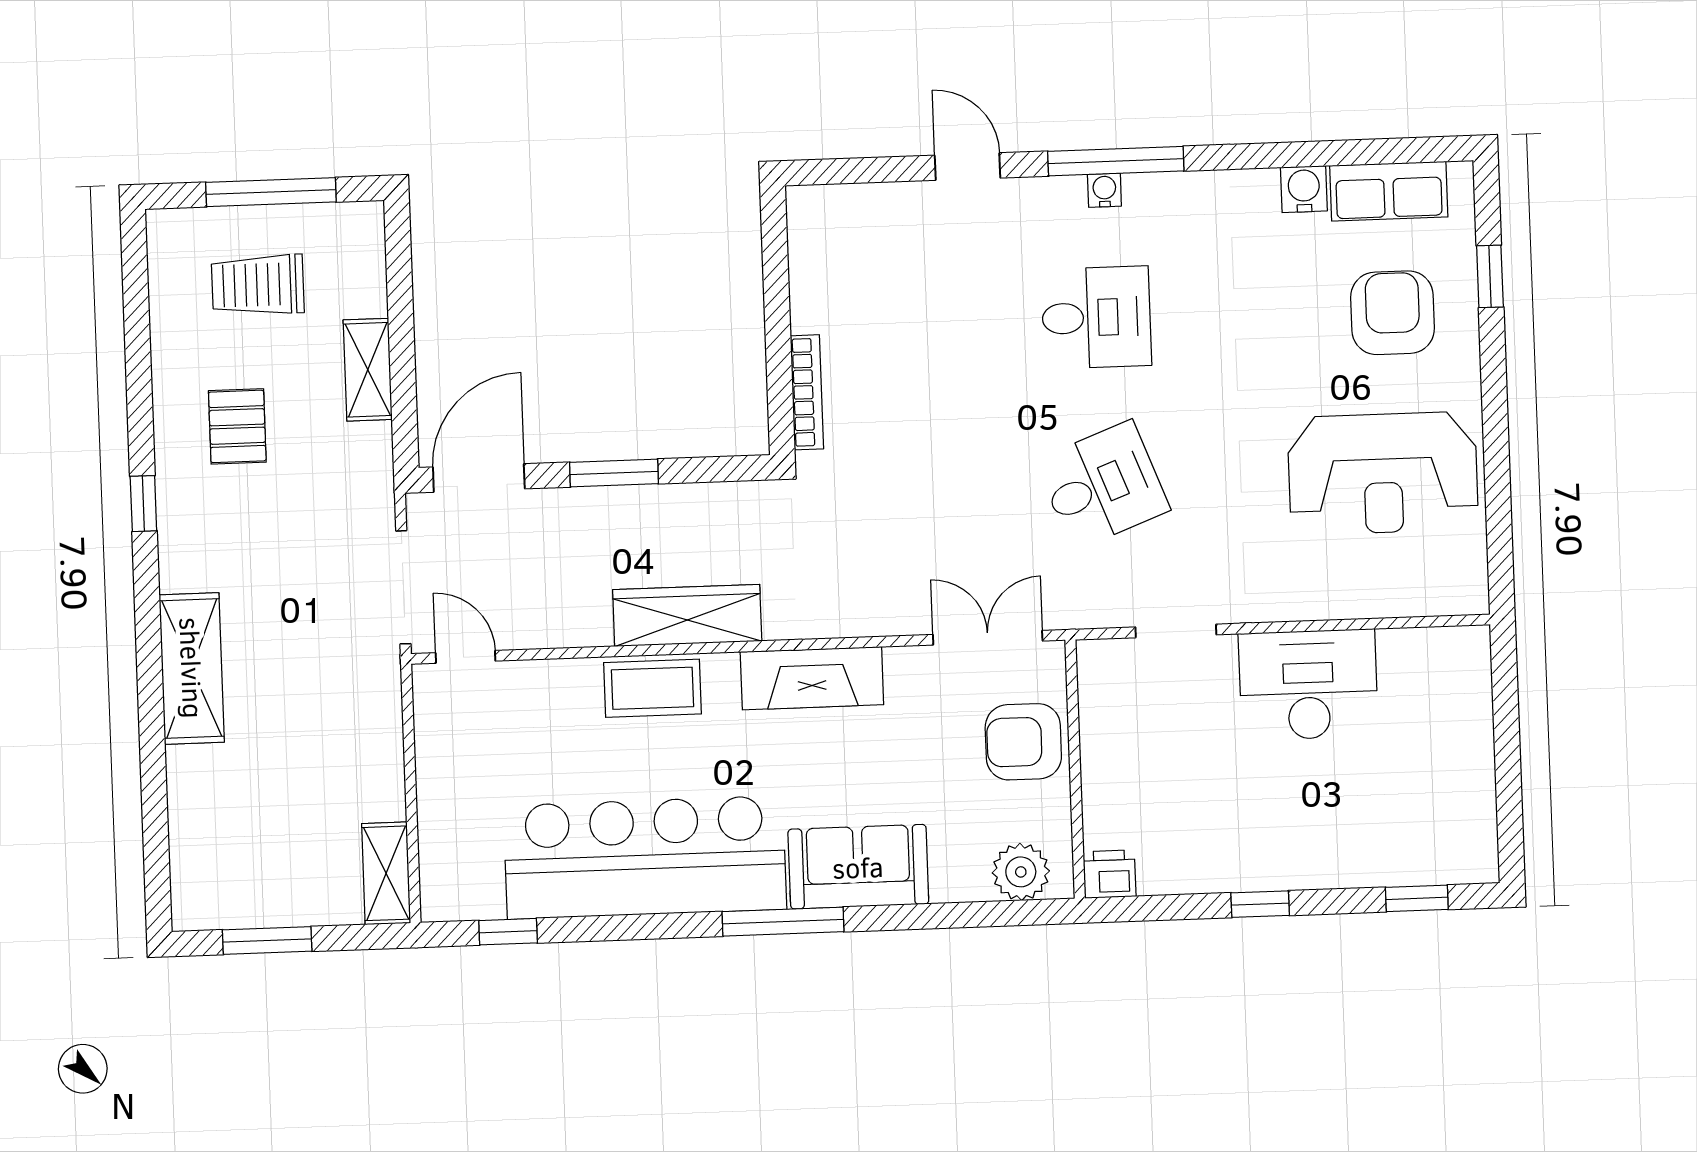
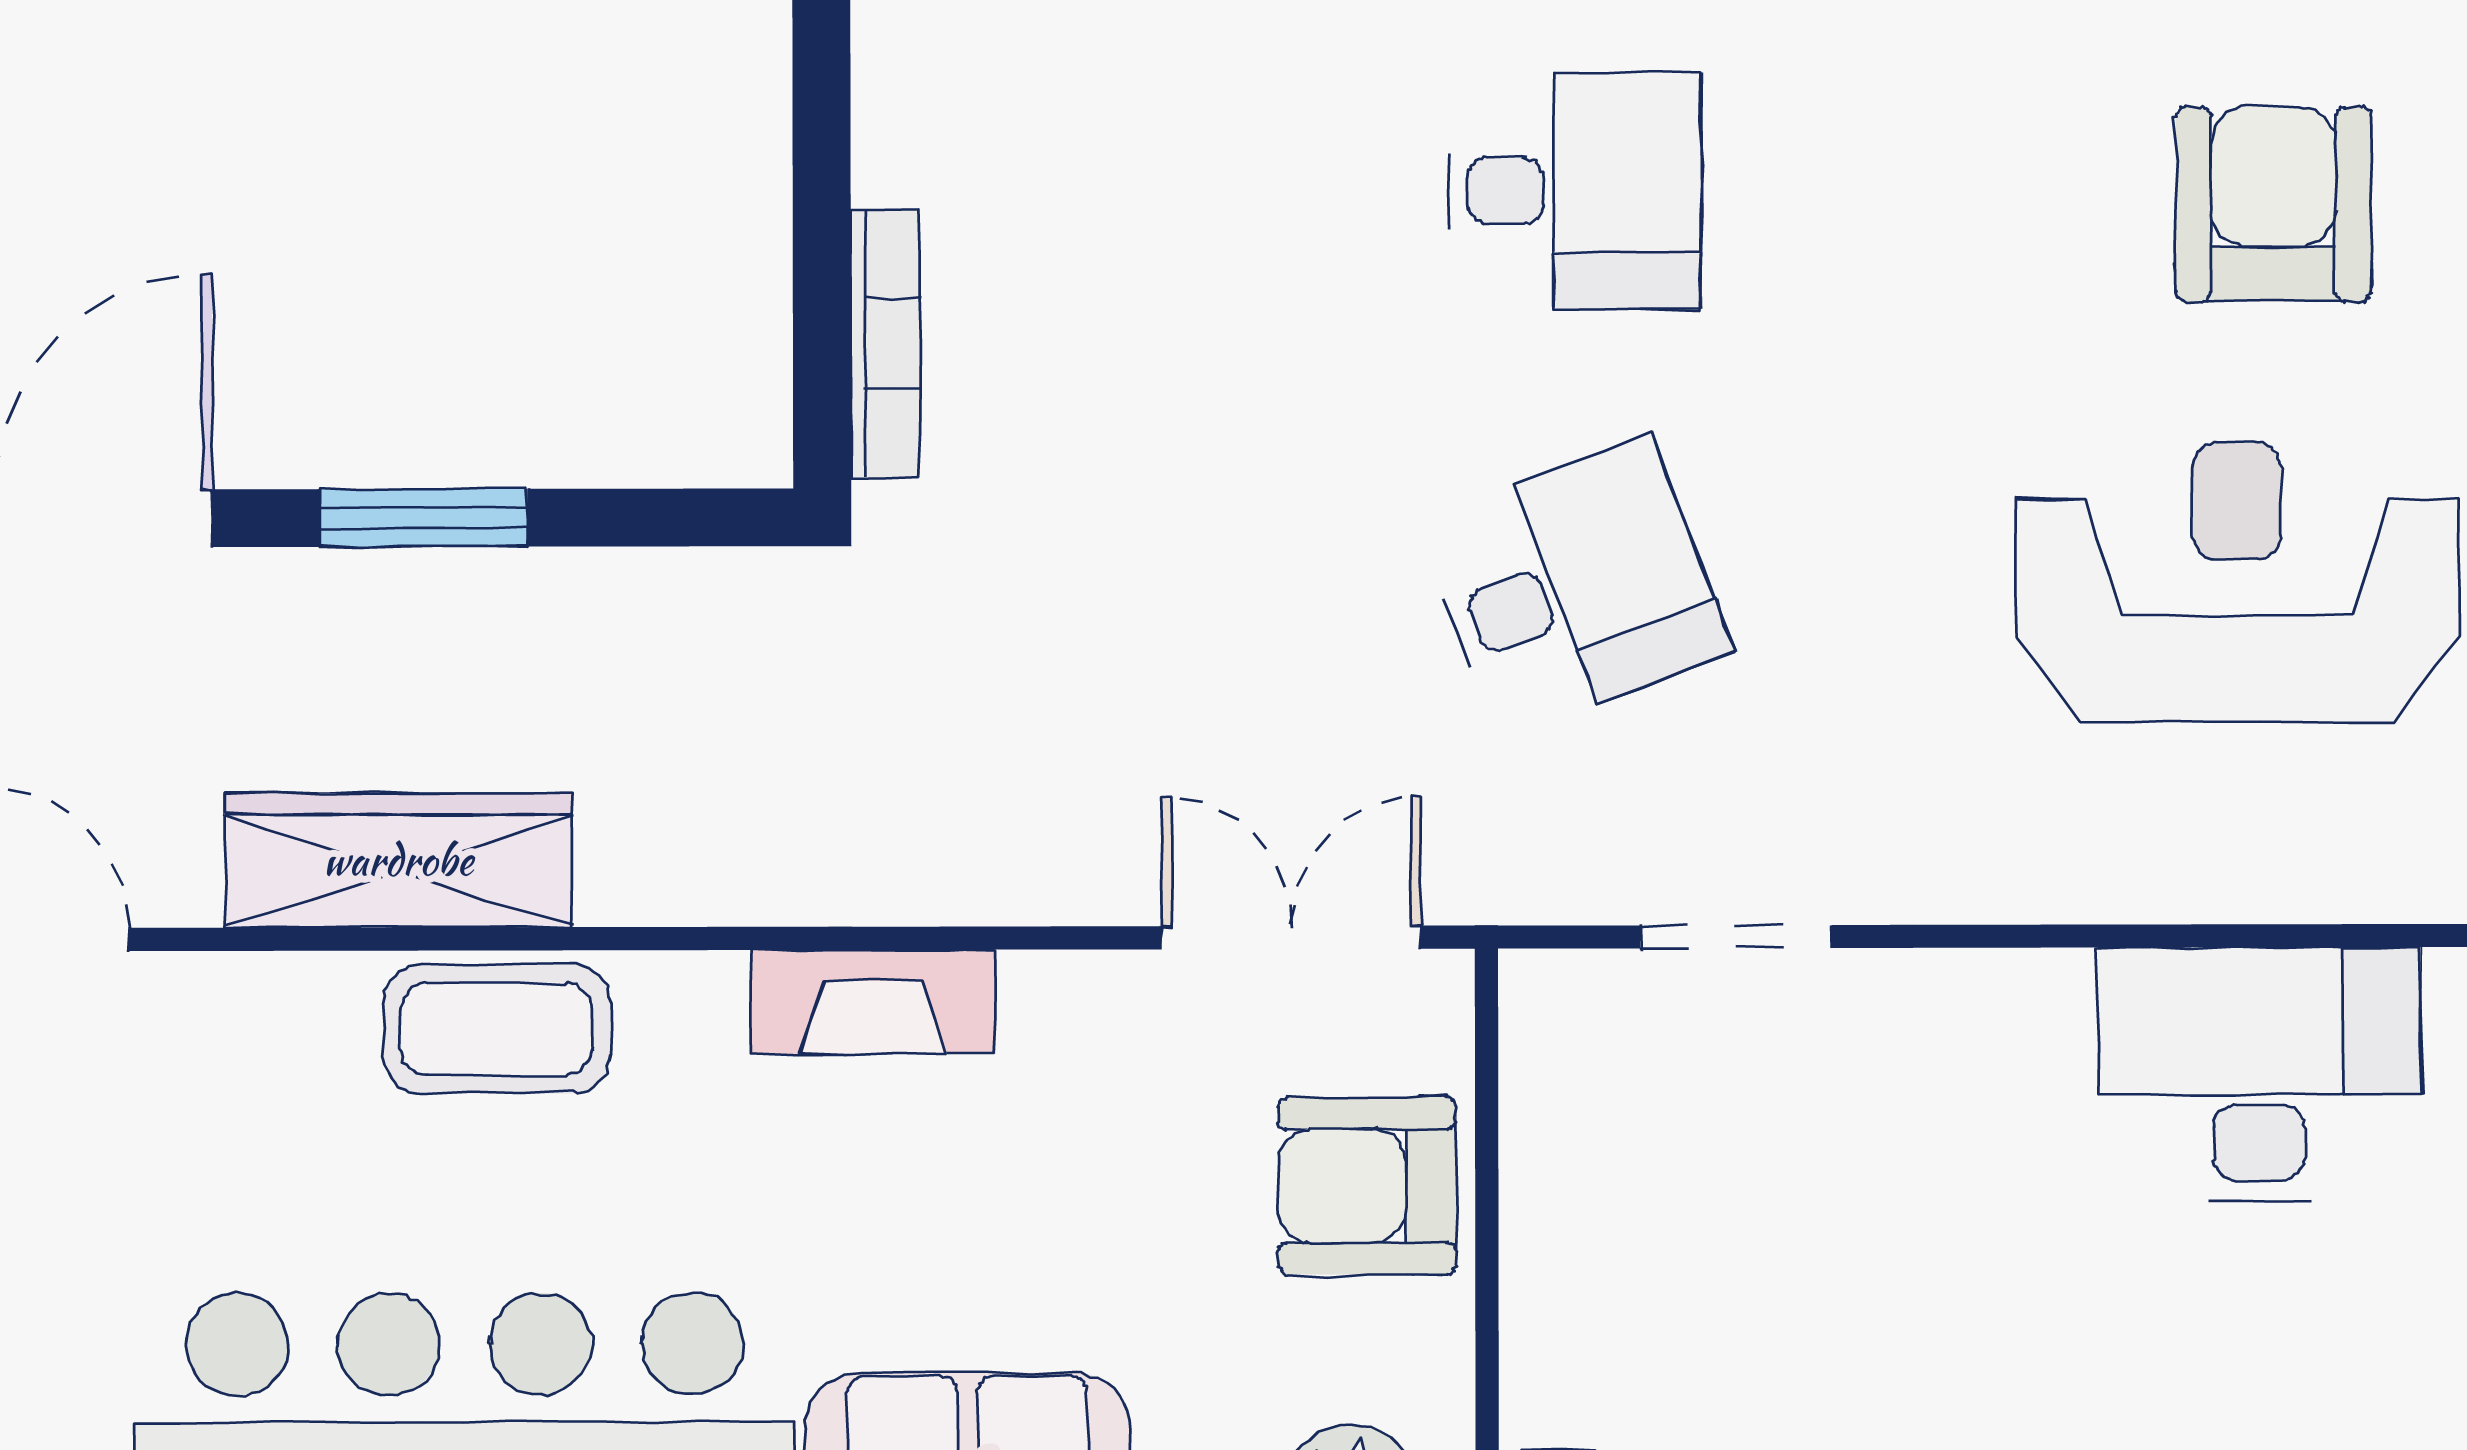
reception desk: (1383, 473) -> (2237, 582), turned 180
wardrobe: (687, 615) -> (398, 860), moved
fireplace: (812, 678) -> (873, 1002), width x0.73, depth x0.76
desk: (1308, 685) -> (2259, 1074), moved

